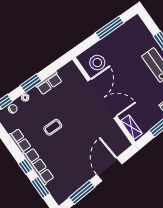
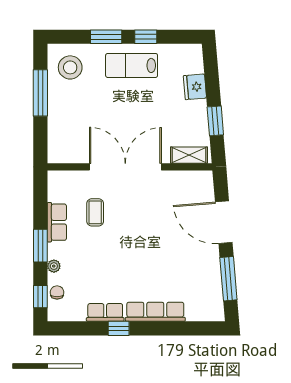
stool: (97, 63) -> (70, 67), moved
coffee table: (53, 127) -> (95, 212), moved
window: (26, 166) -> (119, 328), moved
window: (40, 187) -> (184, 328), removed

